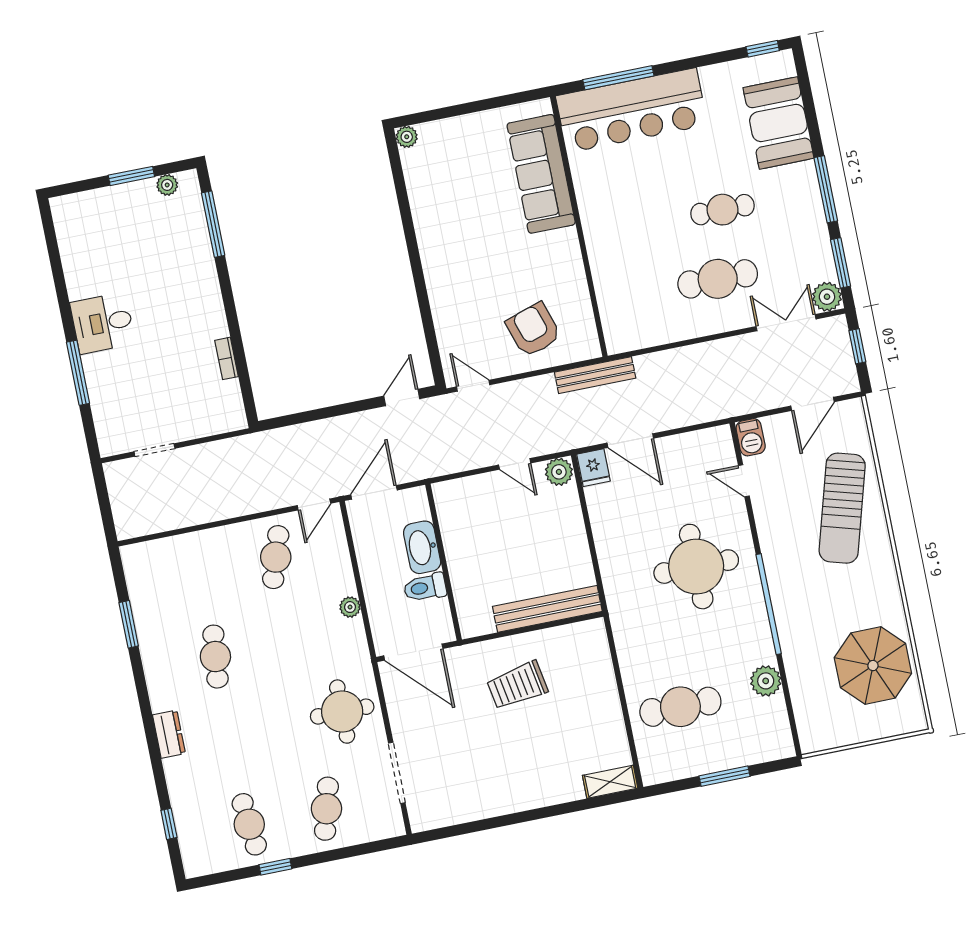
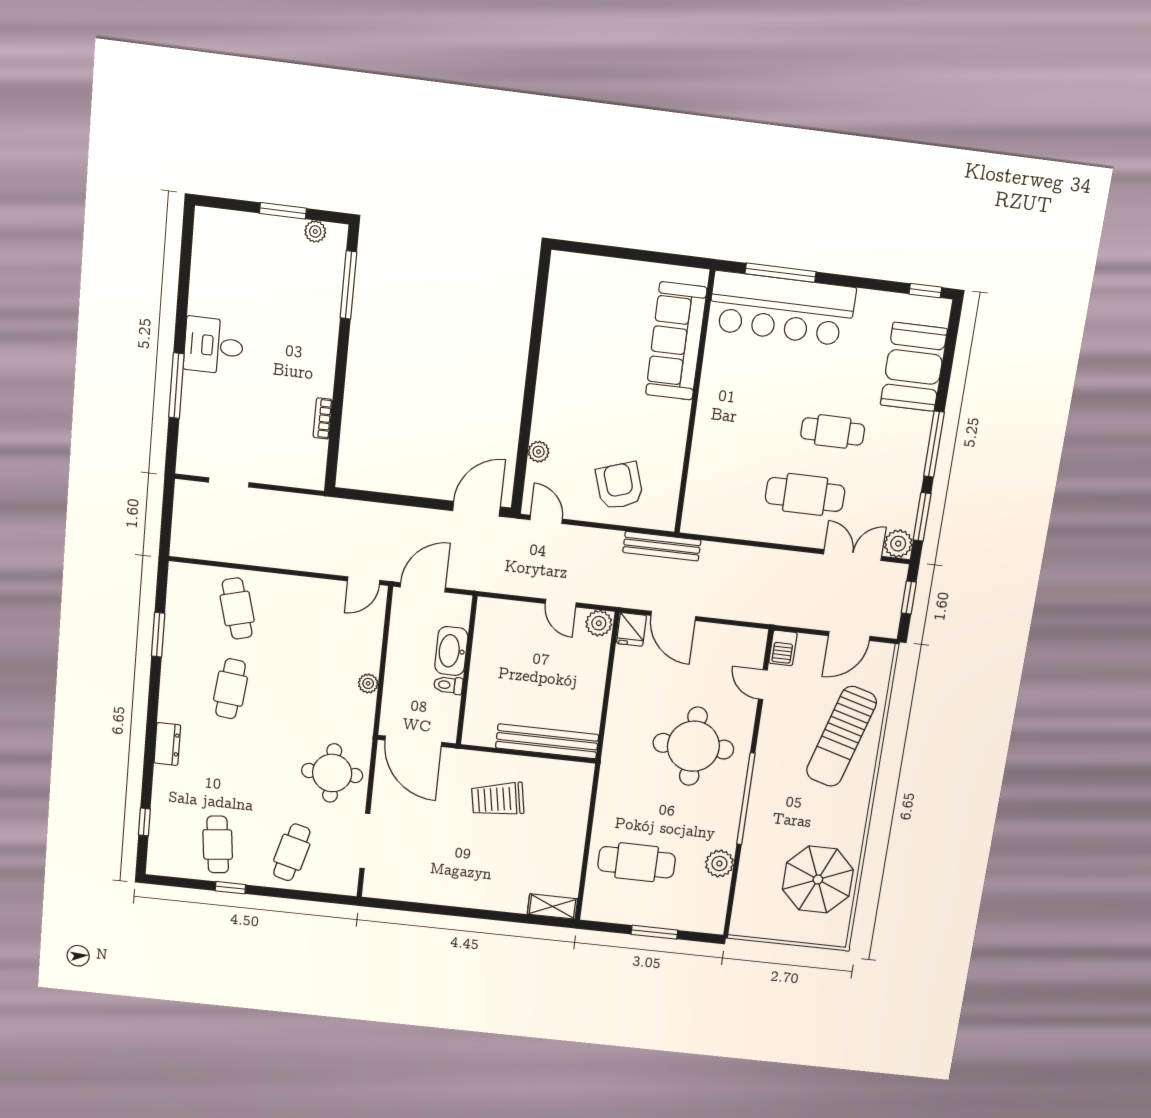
plant: (407, 137) -> (539, 452), moved
door: (402, 397) -> (476, 509), width x1.38
cafe table: (276, 557) -> (237, 609), moved, turned -33
toilet: (425, 587) -> (448, 685), width x0.73, depth x0.72

